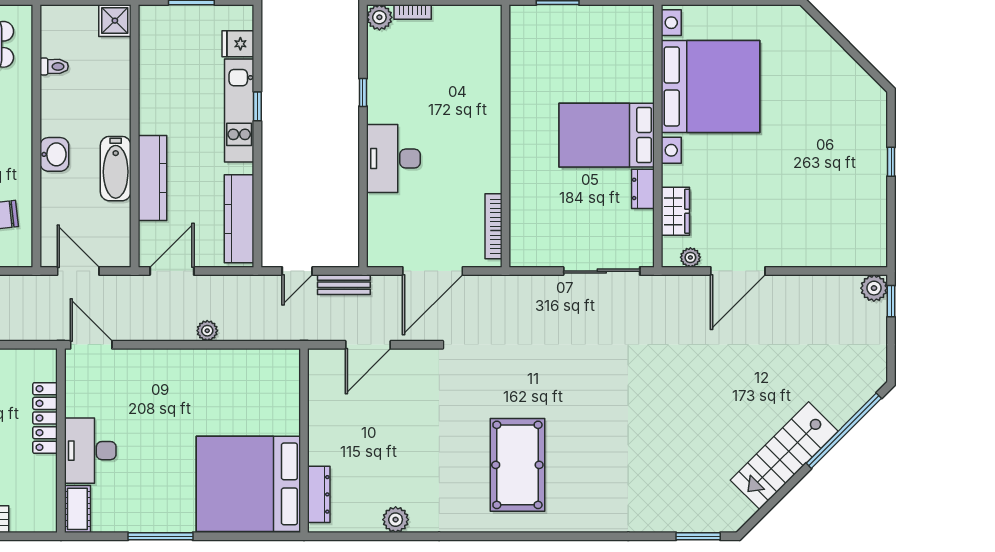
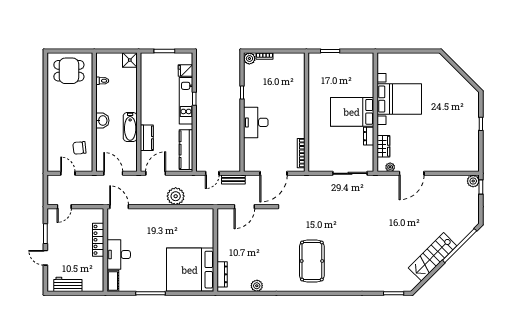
bed with nightstands: (711, 86) -> (399, 99), width x0.73
kitchen counter: (152, 178) -> (147, 138), width x0.67
plant: (207, 331) -> (176, 196), width x1.88, depth x1.88

